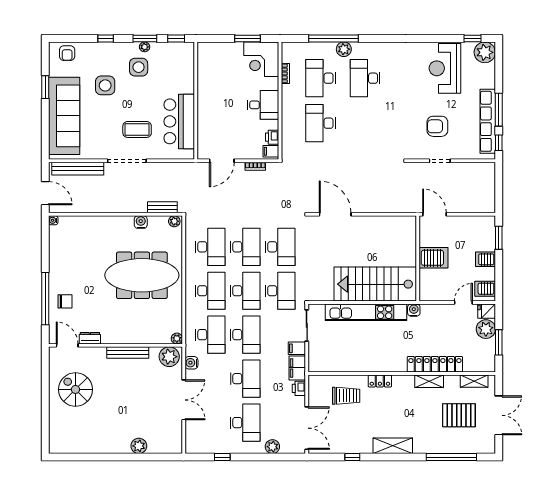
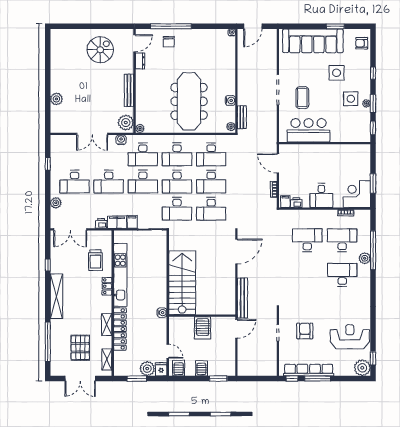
bench: (78, 169) -> (242, 298), moved
kitchen unit: (366, 312) -> (120, 275), moved, turned 180
shelving: (393, 446) -> (56, 296), width x1.47

